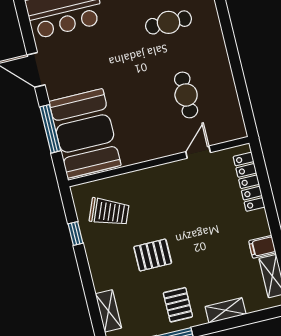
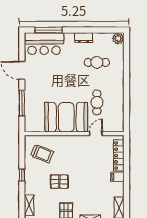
booth: (85, 133) -> (66, 117), moved, turned 90
window: (76, 233) -> (22, 175), moved
filing cabinet: (262, 247) -> (117, 177), moved

